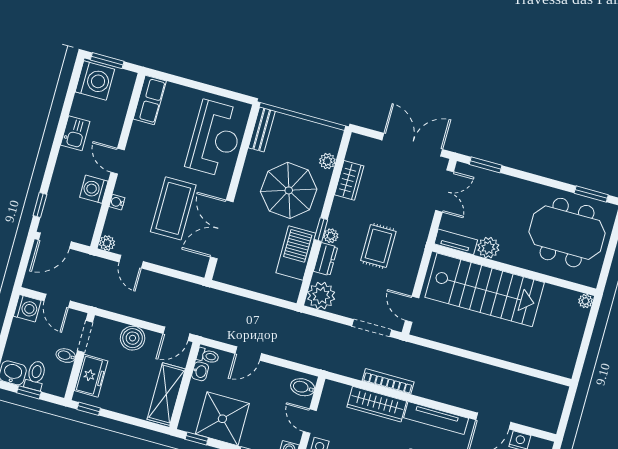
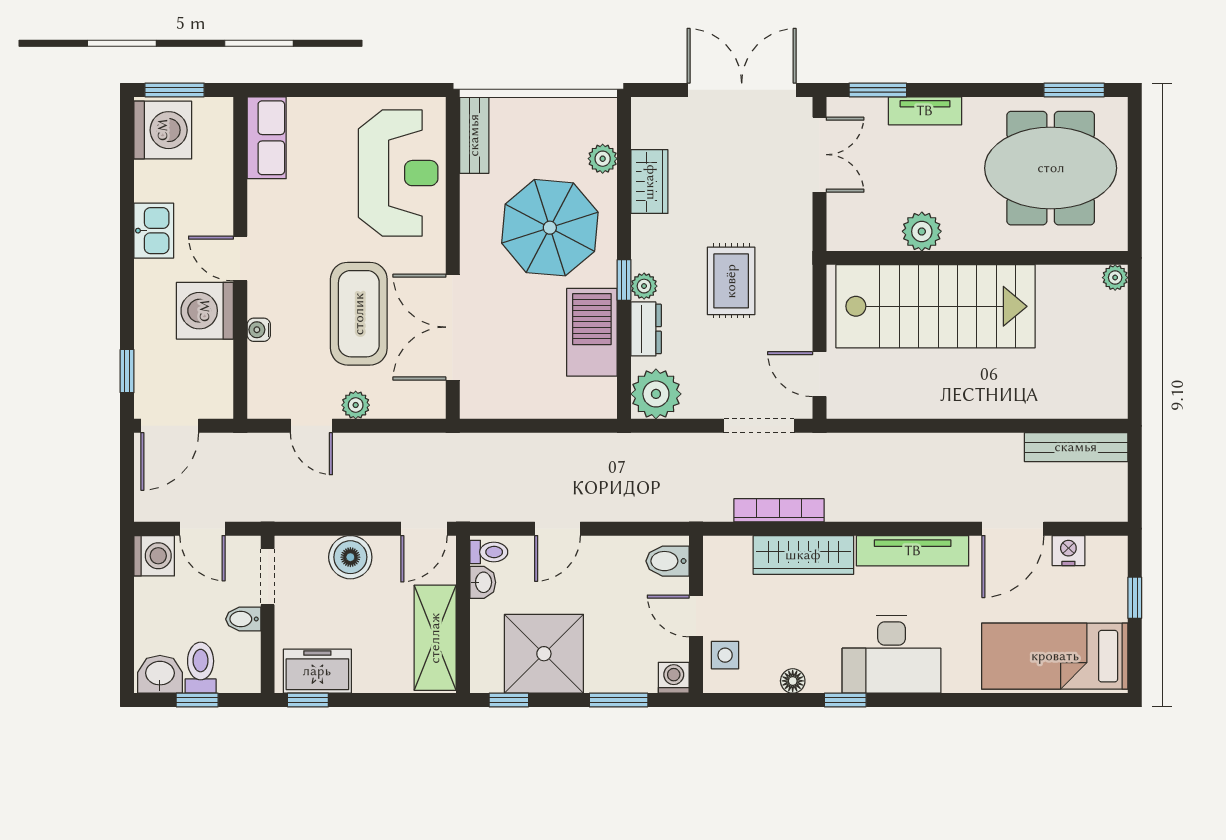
washing machine: (94, 189) -> (205, 311), width x1.37, depth x1.37
tv unit: (456, 242) -> (925, 111), moved, turned 180
plant: (107, 243) -> (356, 405), moved
freezer: (91, 376) -> (317, 671), moved, turned -90
bookcase: (388, 381) -> (779, 510), moved
bench: (539, 387) -> (1076, 447), added

